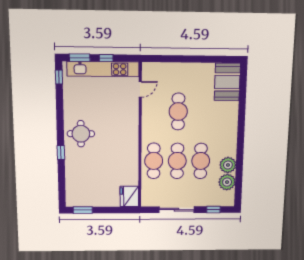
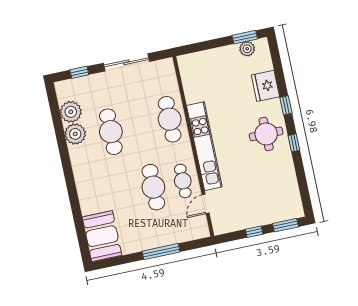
window: (184, 59) -> (161, 252), added
kitchen unit: (103, 69) -> (204, 146), moved, turned 90
window: (59, 77) -> (294, 143), moved
cafe table: (177, 161) -> (183, 181), moved, width x0.73, depth x0.74
fridge: (129, 196) -> (265, 86), moved, turned 180
plant: (83, 201) -> (247, 49), added

